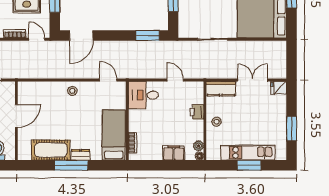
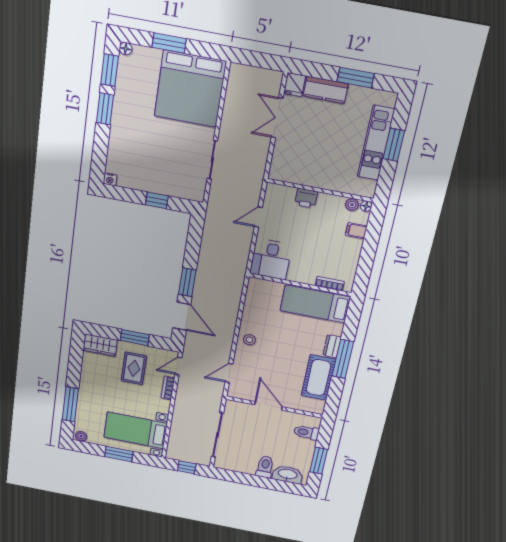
window: (148, 35) -> (187, 282), moved
door: (108, 80) -> (229, 373), moved
kitchen counter: (221, 89) -> (326, 90), moved, turned 90
stool: (217, 122) -> (325, 176), removed
filing cabinet: (174, 153) -> (356, 231), width x0.50

